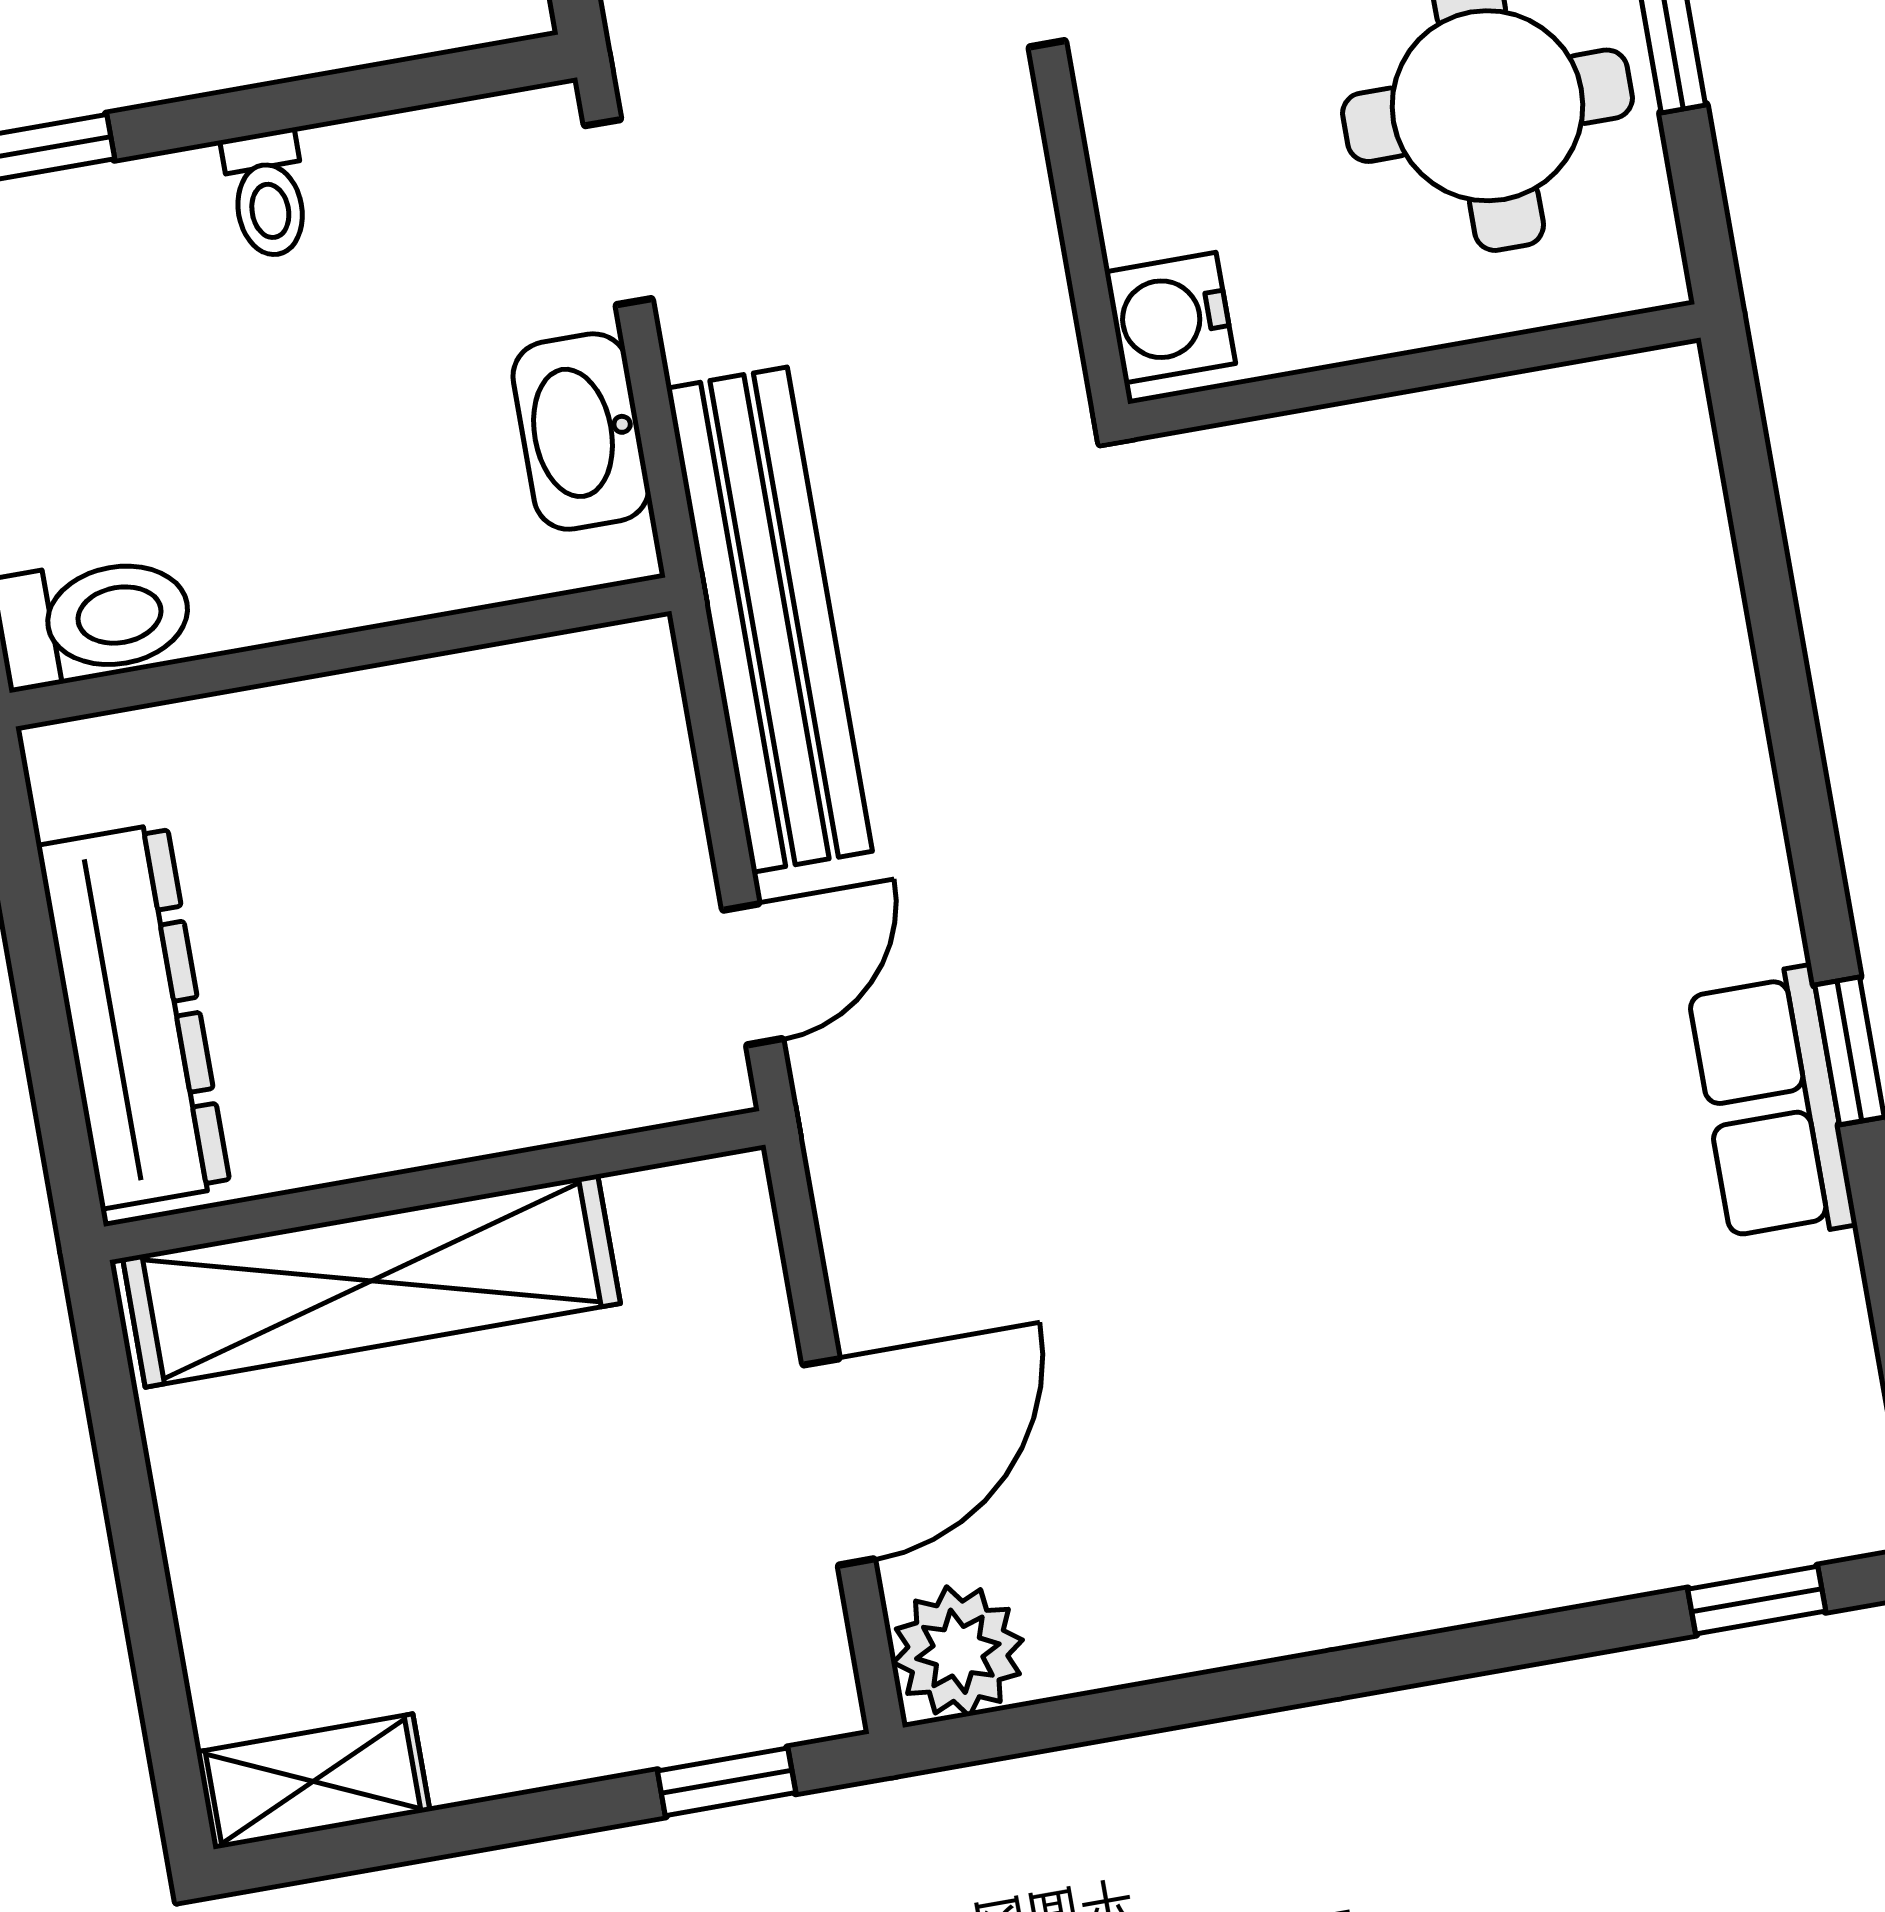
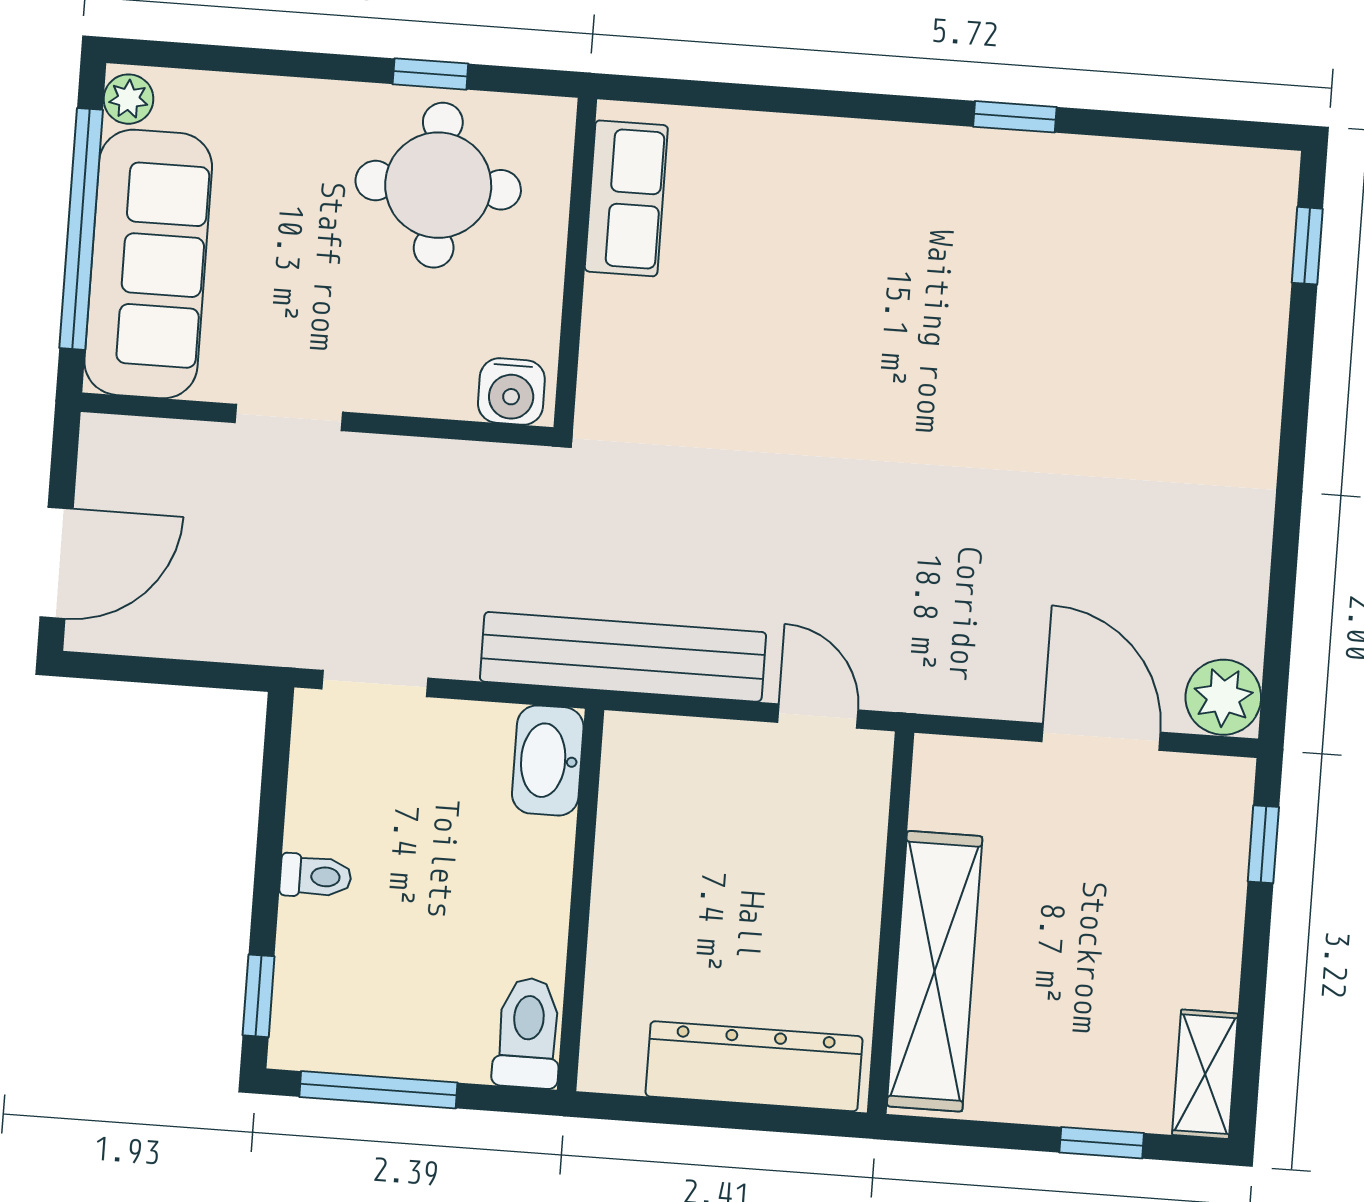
washbasin: (581, 432) -> (548, 760), moved, turned 90
row of seats: (1772, 1105) -> (626, 198), moved, turned -90
window: (153, 1636) -> (1102, 1143), added

